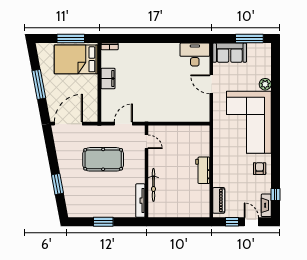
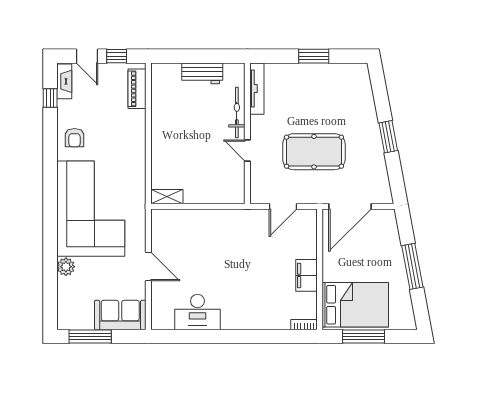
desk: (195, 55) -> (197, 312), moved
door: (68, 124) -> (350, 206), moved
shelving: (199, 130) -> (167, 197), added
door: (147, 142) -> (247, 150), moved
workbench: (203, 170) -> (202, 73), moved, turned 90
window: (57, 184) -> (388, 137), moved

